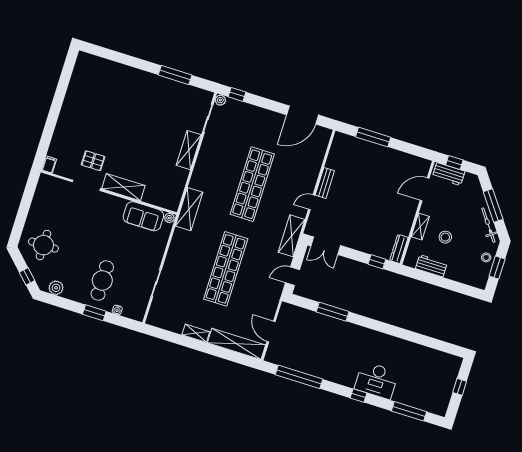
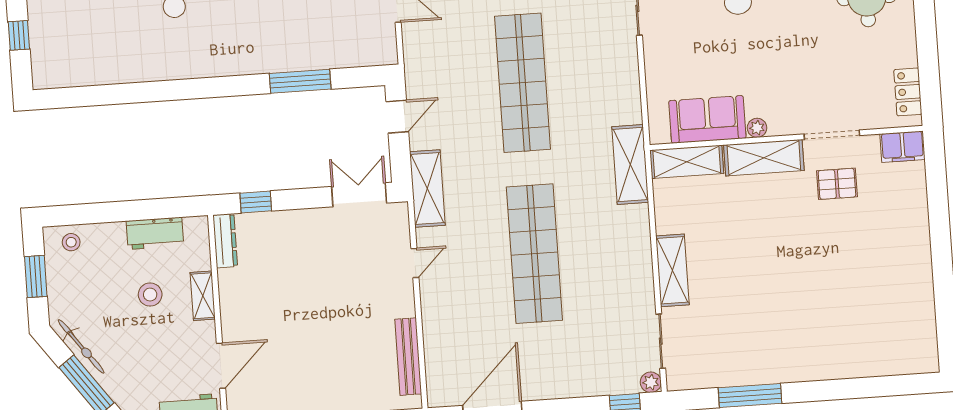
filing cabinet: (49, 164) -> (902, 147), width x2.00
bench: (325, 183) -> (408, 357), moved, width x1.36
locker: (41, 192) -> (908, 92), added
shelving: (161, 200) -> (687, 162), added
plant: (169, 218) -> (757, 128), moved
stool: (486, 257) -> (71, 242), moved

